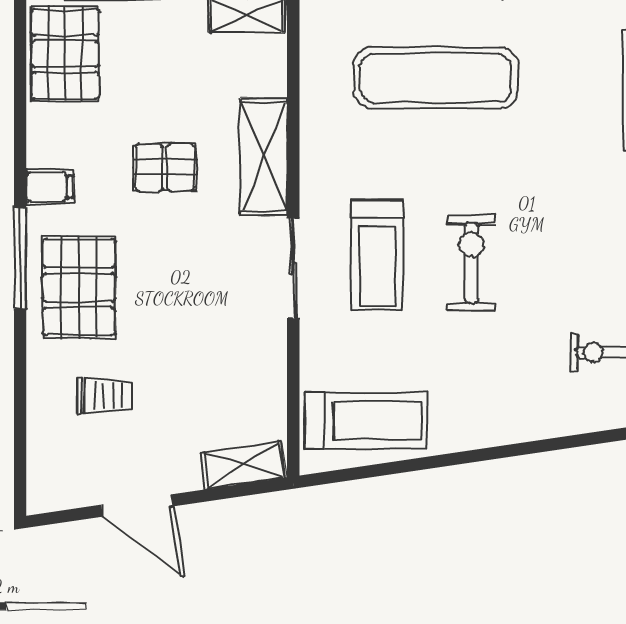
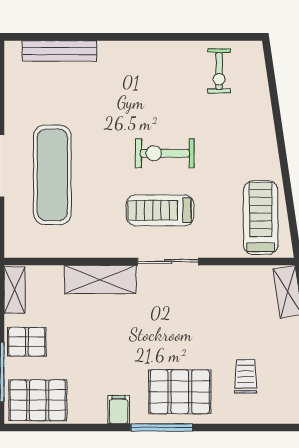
pallet: (165, 168) -> (27, 342), moved, turned 90
treadmill: (378, 255) -> (160, 210), turned 180

